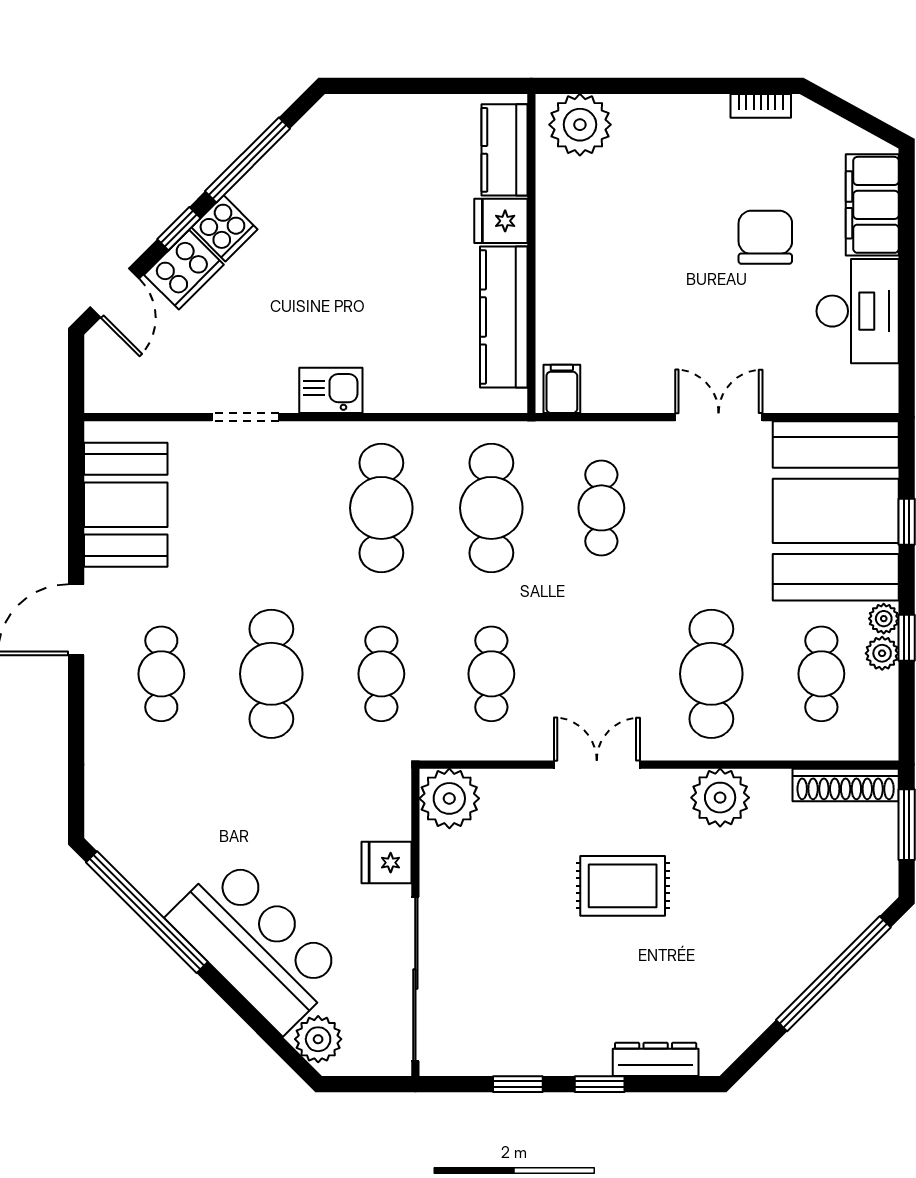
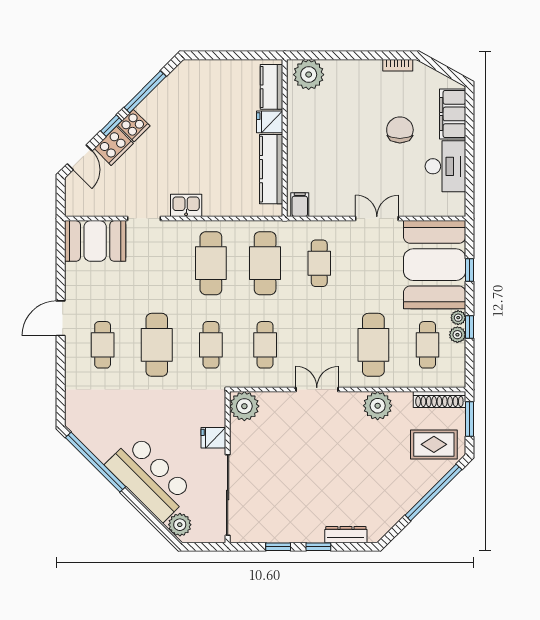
booth: (126, 505) -> (95, 241), moved, turned 90
rug: (623, 886) -> (434, 444), moved

